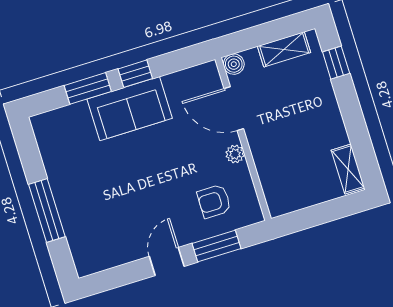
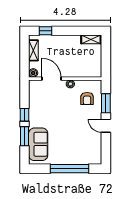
sofa: (130, 109) -> (38, 144), moved
door: (234, 109) -> (51, 79), swing flipped
window: (47, 210) -> (70, 169), width x1.46

